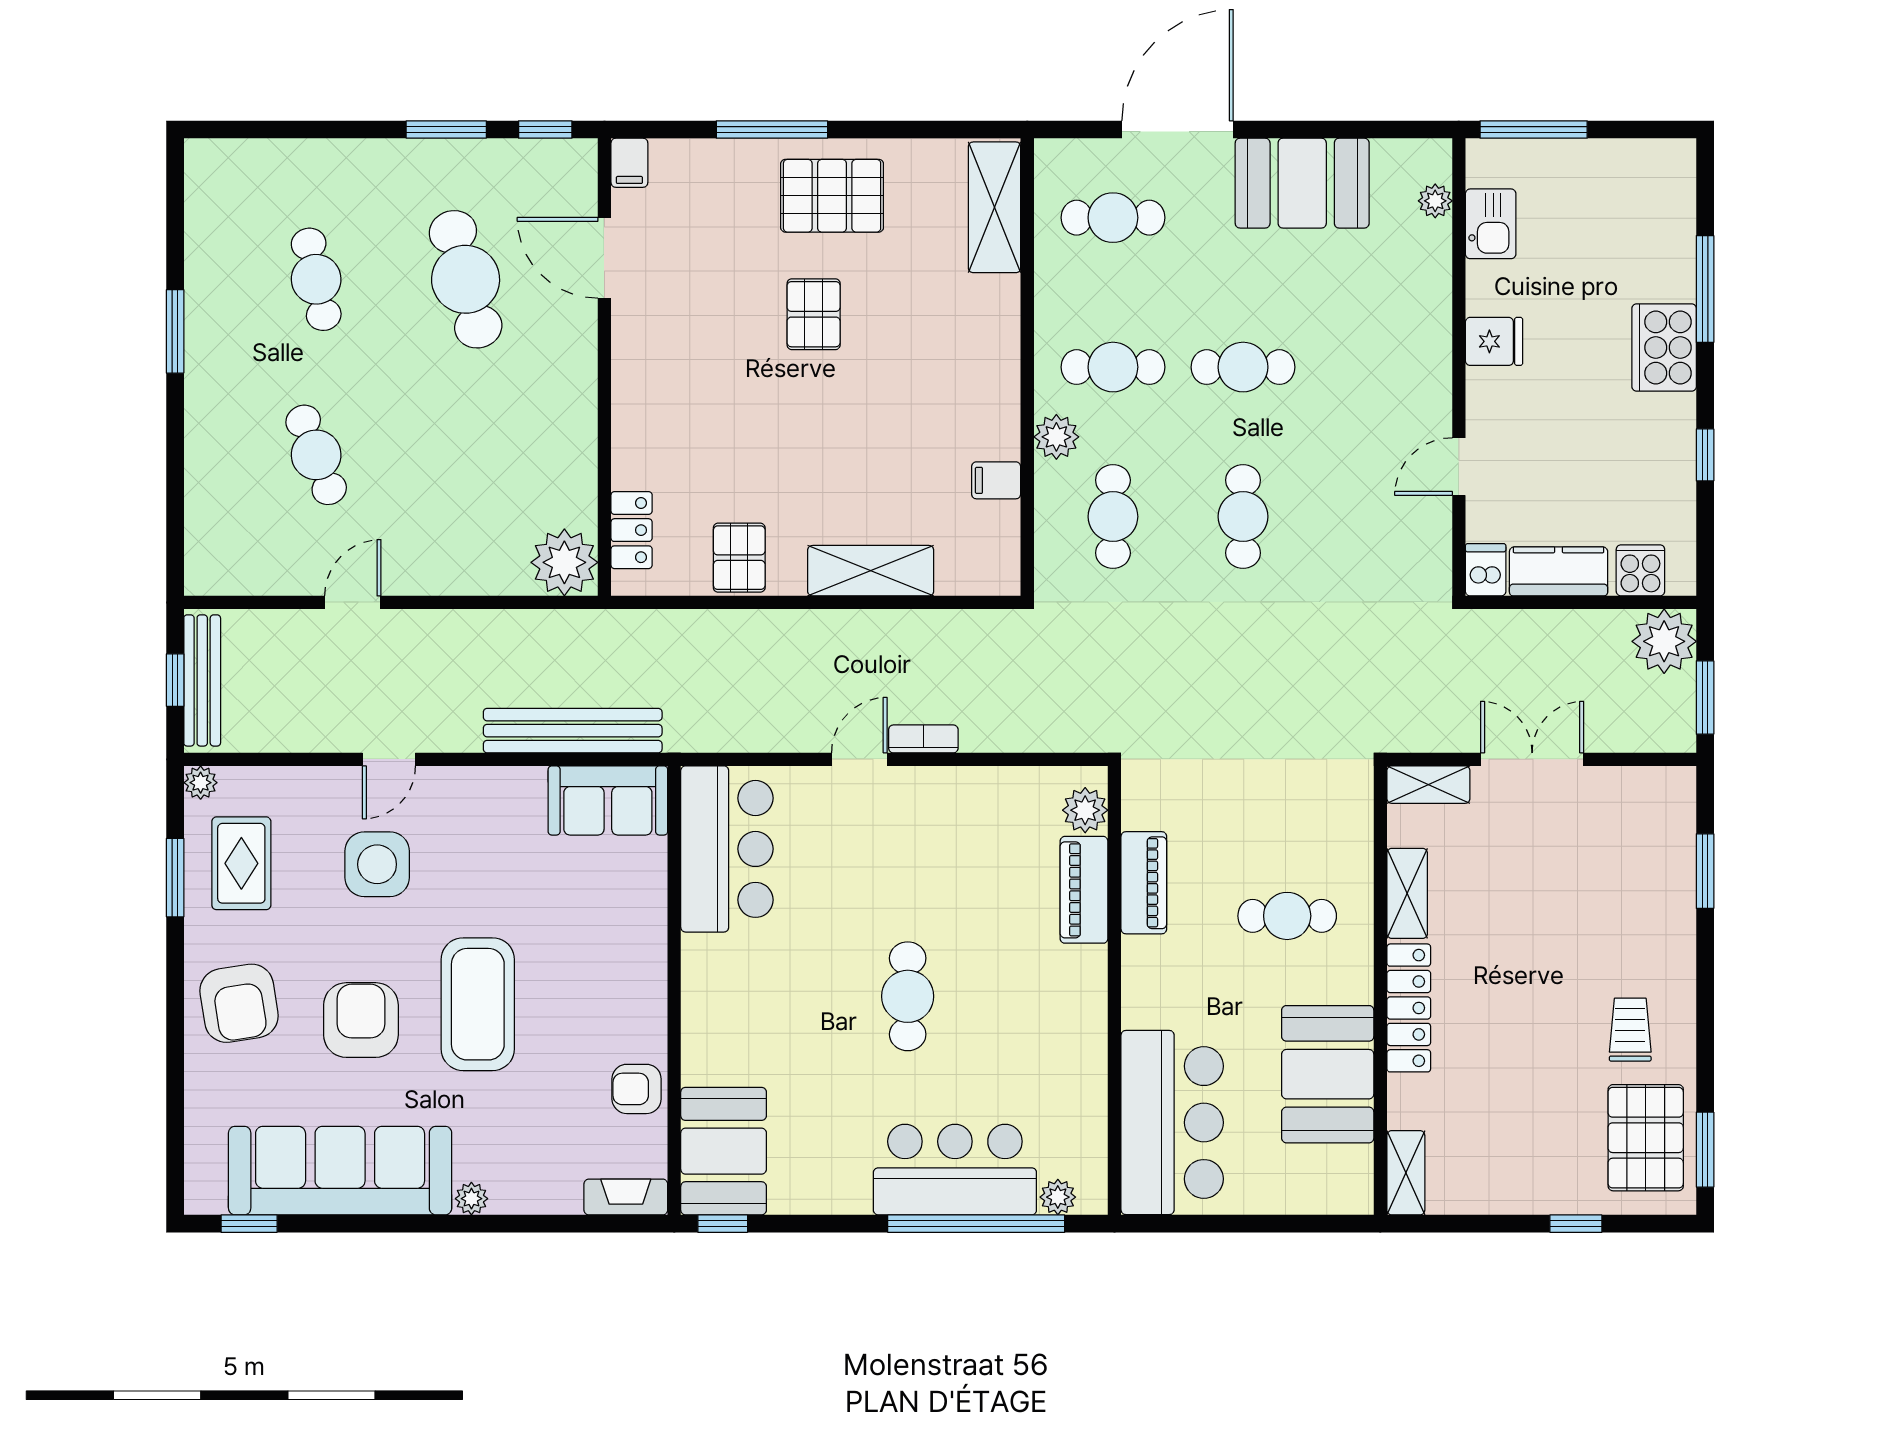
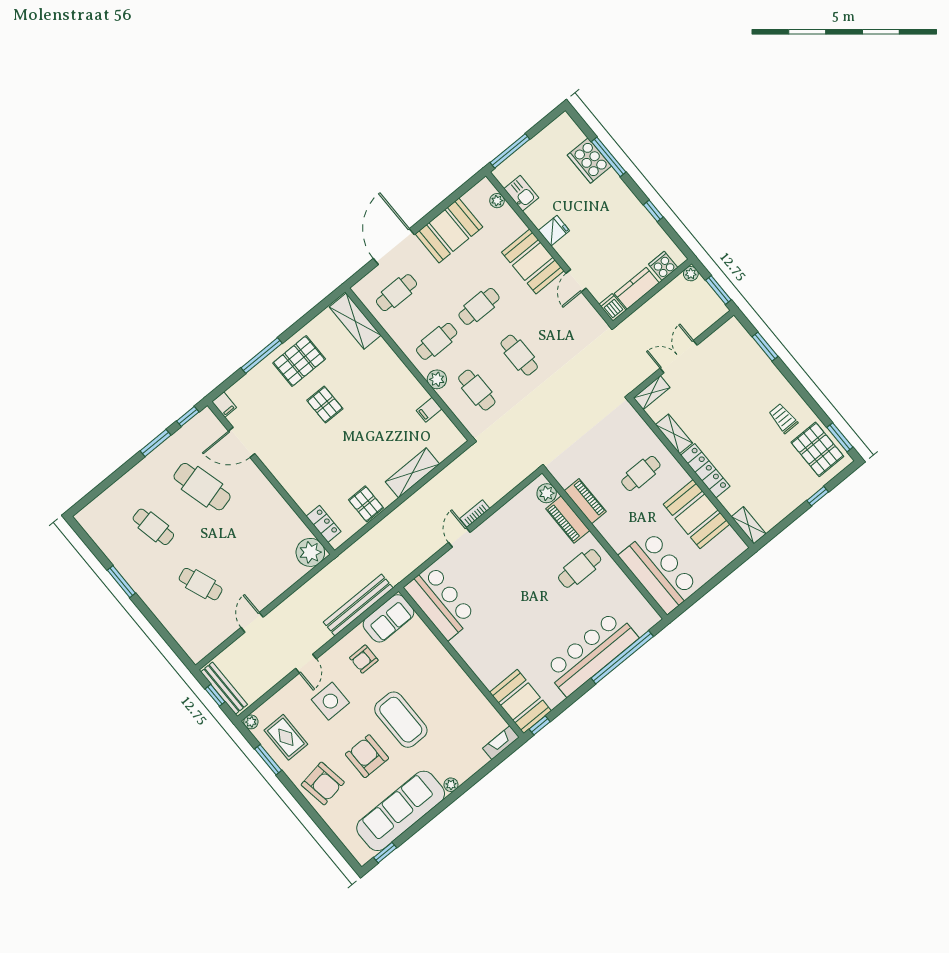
cooker: (1664, 348) -> (589, 161), moved
booth: (1409, 366) -> (533, 261), added
plant: (1664, 641) -> (691, 274), width x0.53, depth x0.53
cafe table: (908, 996) -> (580, 568), moved, turned 90
armchair: (637, 1089) -> (364, 659), moved
bar counter: (955, 1170) -> (591, 653), width x1.36
plant: (1058, 1197) -> (642, 627), removed

